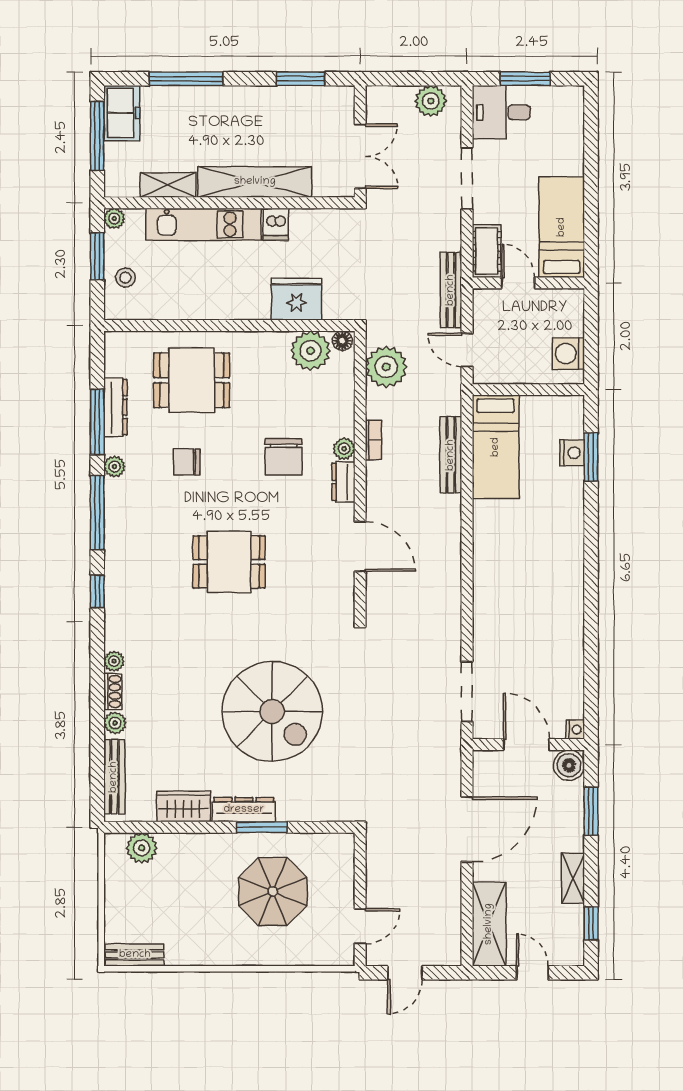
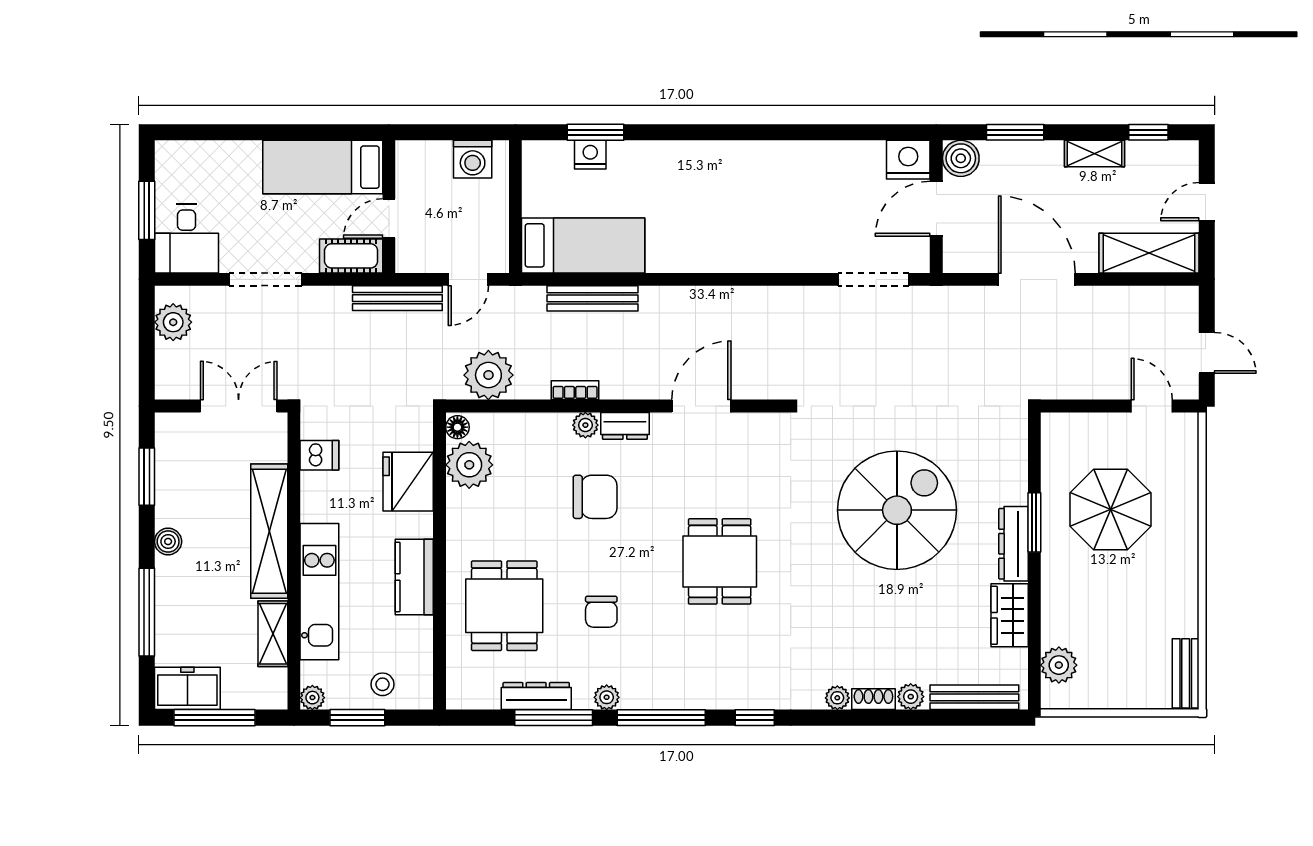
boiler: (246, 97) -> (168, 542), added
dishwasher: (276, 224) -> (319, 455), moved
kitchen counter: (216, 304) -> (414, 577), added
nightstand: (575, 730) -> (908, 160), width x1.89, depth x1.79

